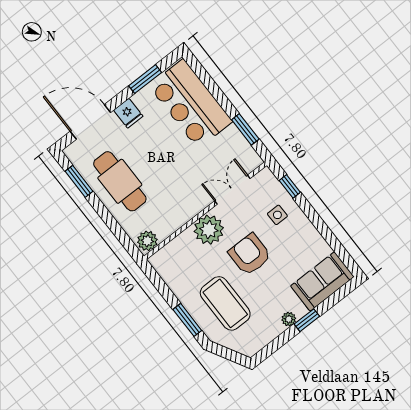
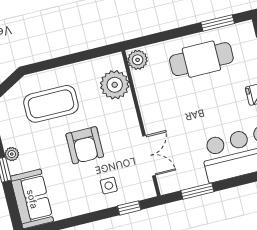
plant: (209, 230) -> (115, 85), moved
armchair: (250, 254) -> (85, 145), turned 90
window: (187, 320) -> (51, 64), removed

